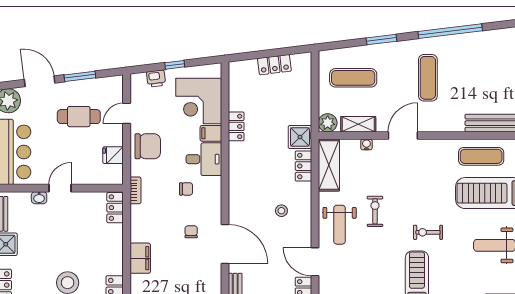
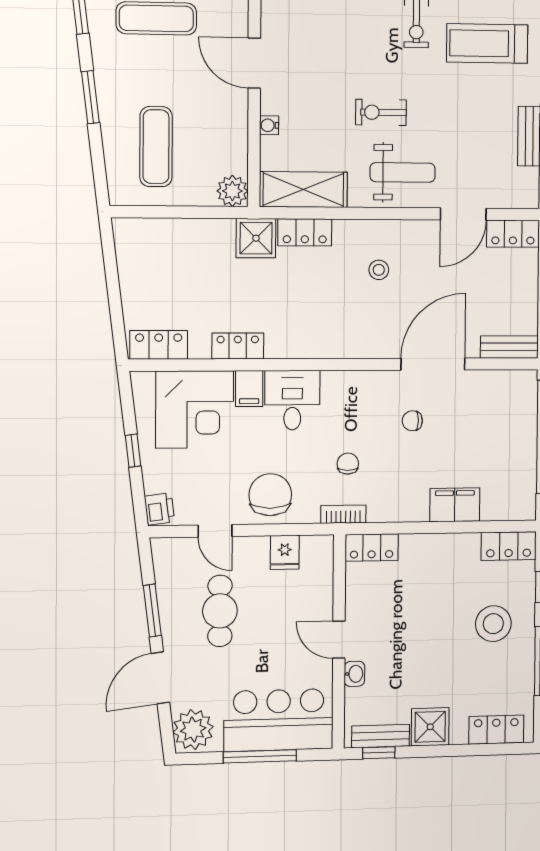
locker: (274, 65) -> (159, 345), moved, turned -83
printer: (156, 79) -> (159, 509), moved
shelving: (358, 124) -> (235, 139), removed
chair: (186, 189) -> (348, 464), moved

